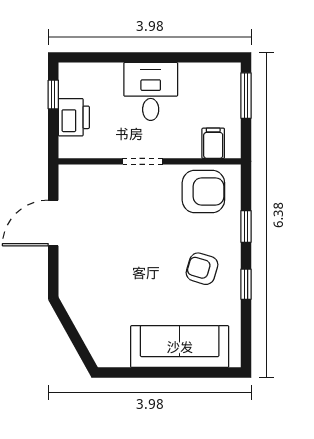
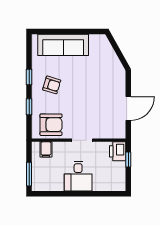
window: (53, 95) -> (128, 160), moved
printer: (74, 117) -> (118, 151), moved
armchair: (203, 191) -> (51, 125), turned 180

